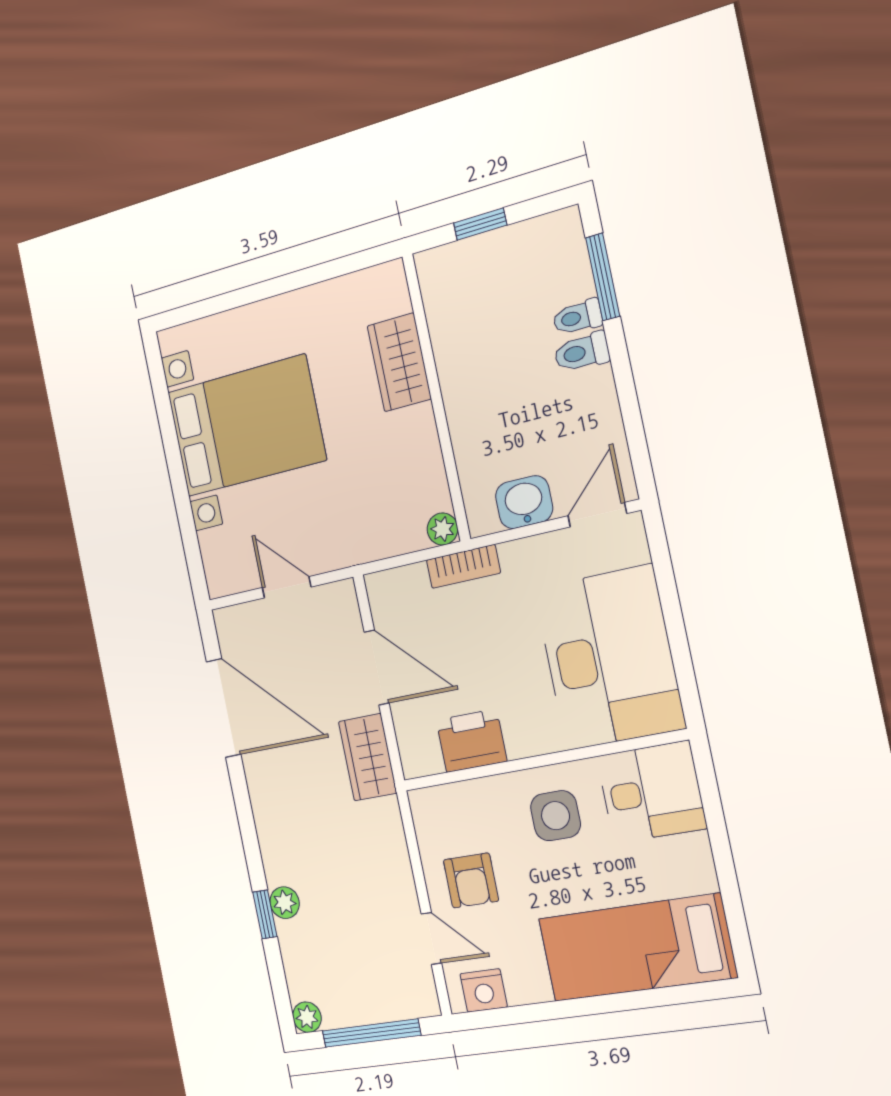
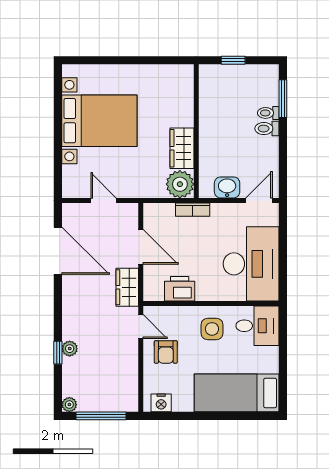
wardrobe: (399, 362) -> (182, 148), moved
plant: (442, 529) -> (180, 184), width x1.88, depth x1.88
door: (431, 938) -> (141, 326), moved

